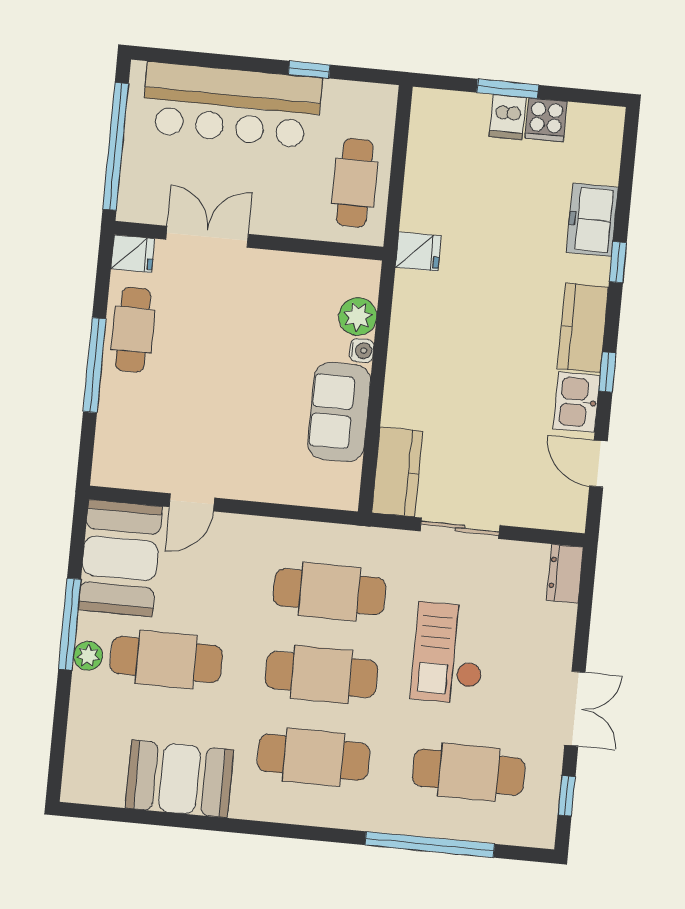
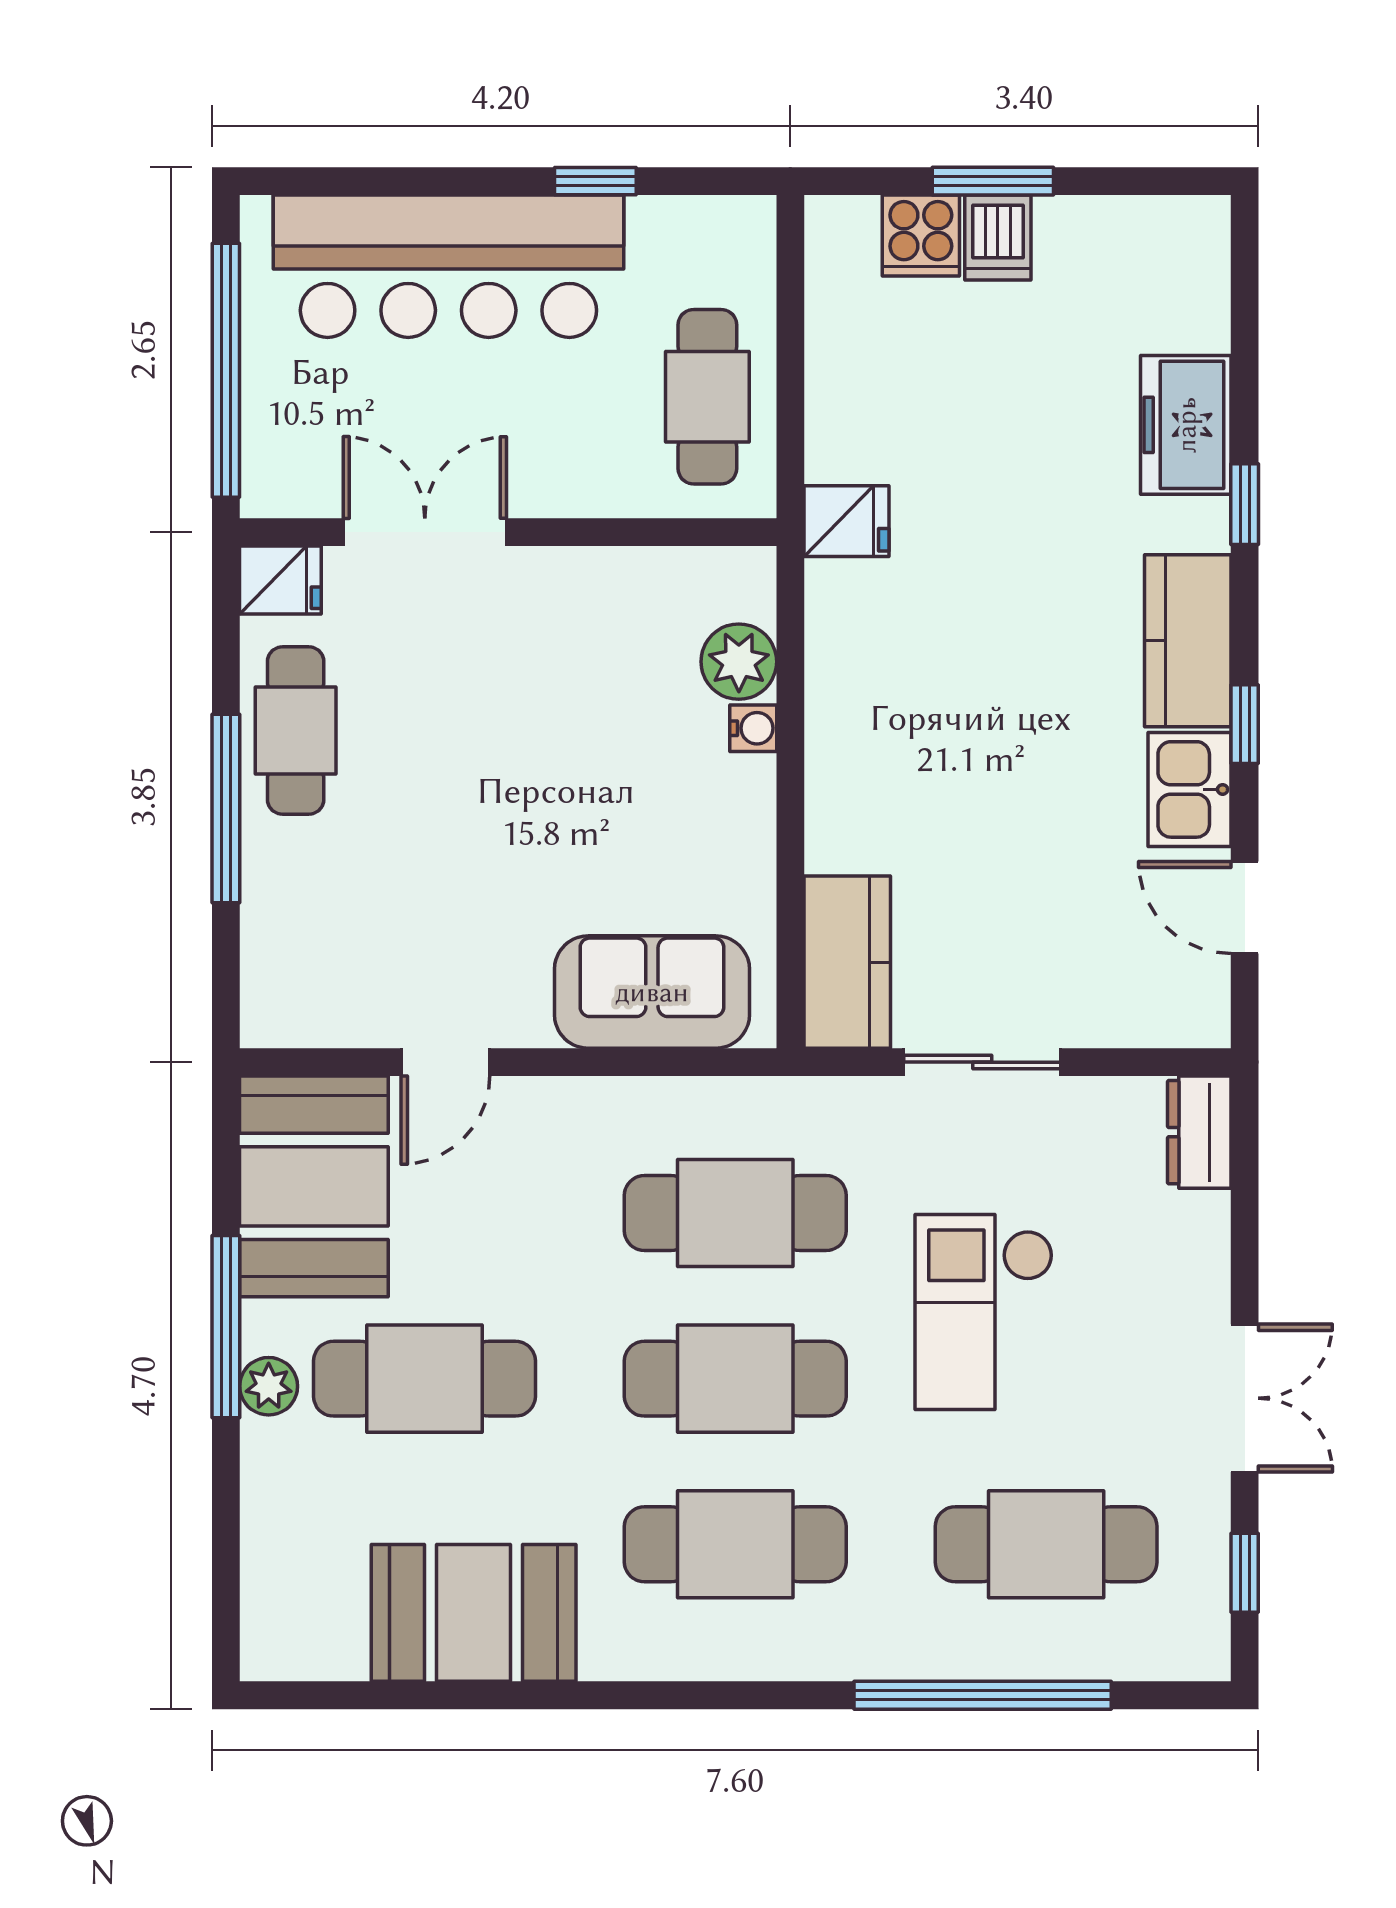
cooker: (546, 120) -> (921, 235), moved
sofa: (339, 412) -> (652, 992), moved, turned 90

